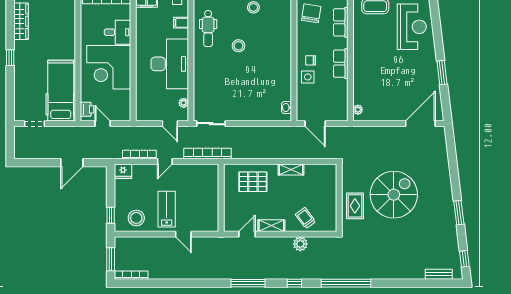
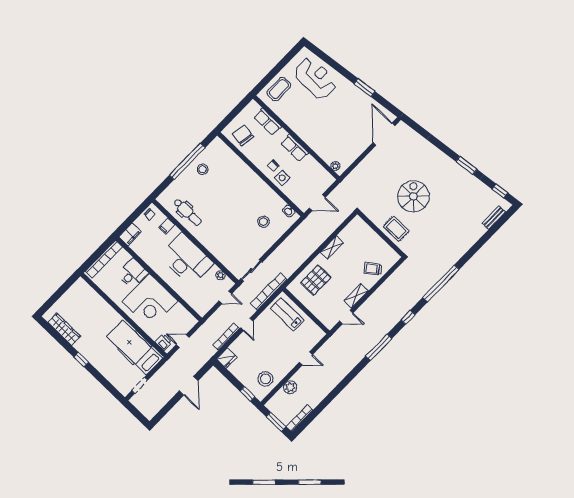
stool: (239, 46) -> (263, 222), moved
spiral stairs: (394, 195) -> (413, 196), width x0.73, depth x0.73
lab bench: (167, 209) -> (287, 314), moved
door: (247, 234) -> (346, 317), swing flipped
plant: (300, 244) -> (290, 387), moved

